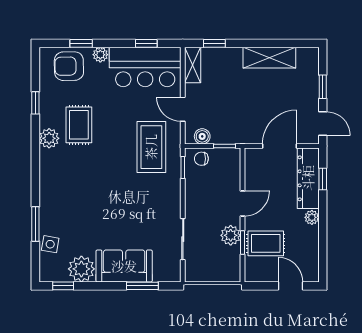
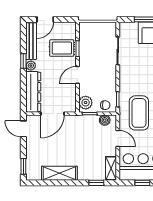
window: (323, 87) -> (23, 166), moved
window: (323, 179) -> (23, 61), moved
plant: (231, 235) -> (86, 103), moved
bench: (311, 254) -> (31, 41), added
door: (291, 286) -> (45, 19), hinge flipped

